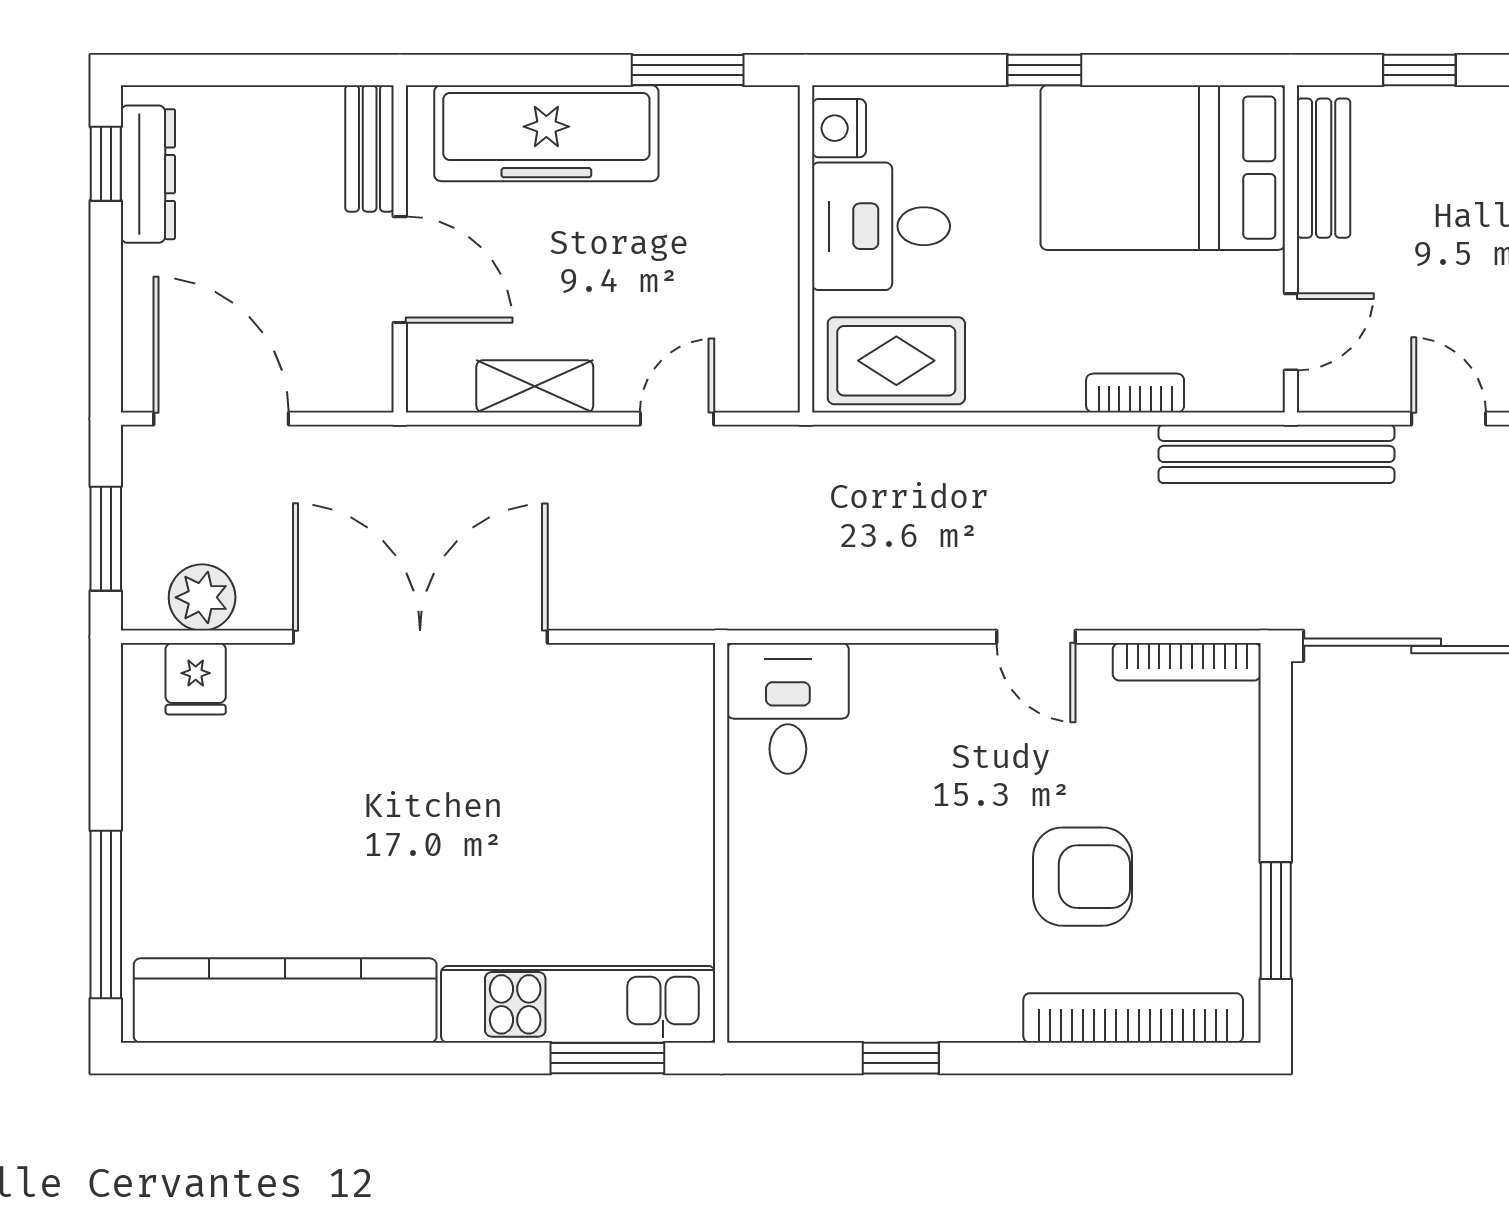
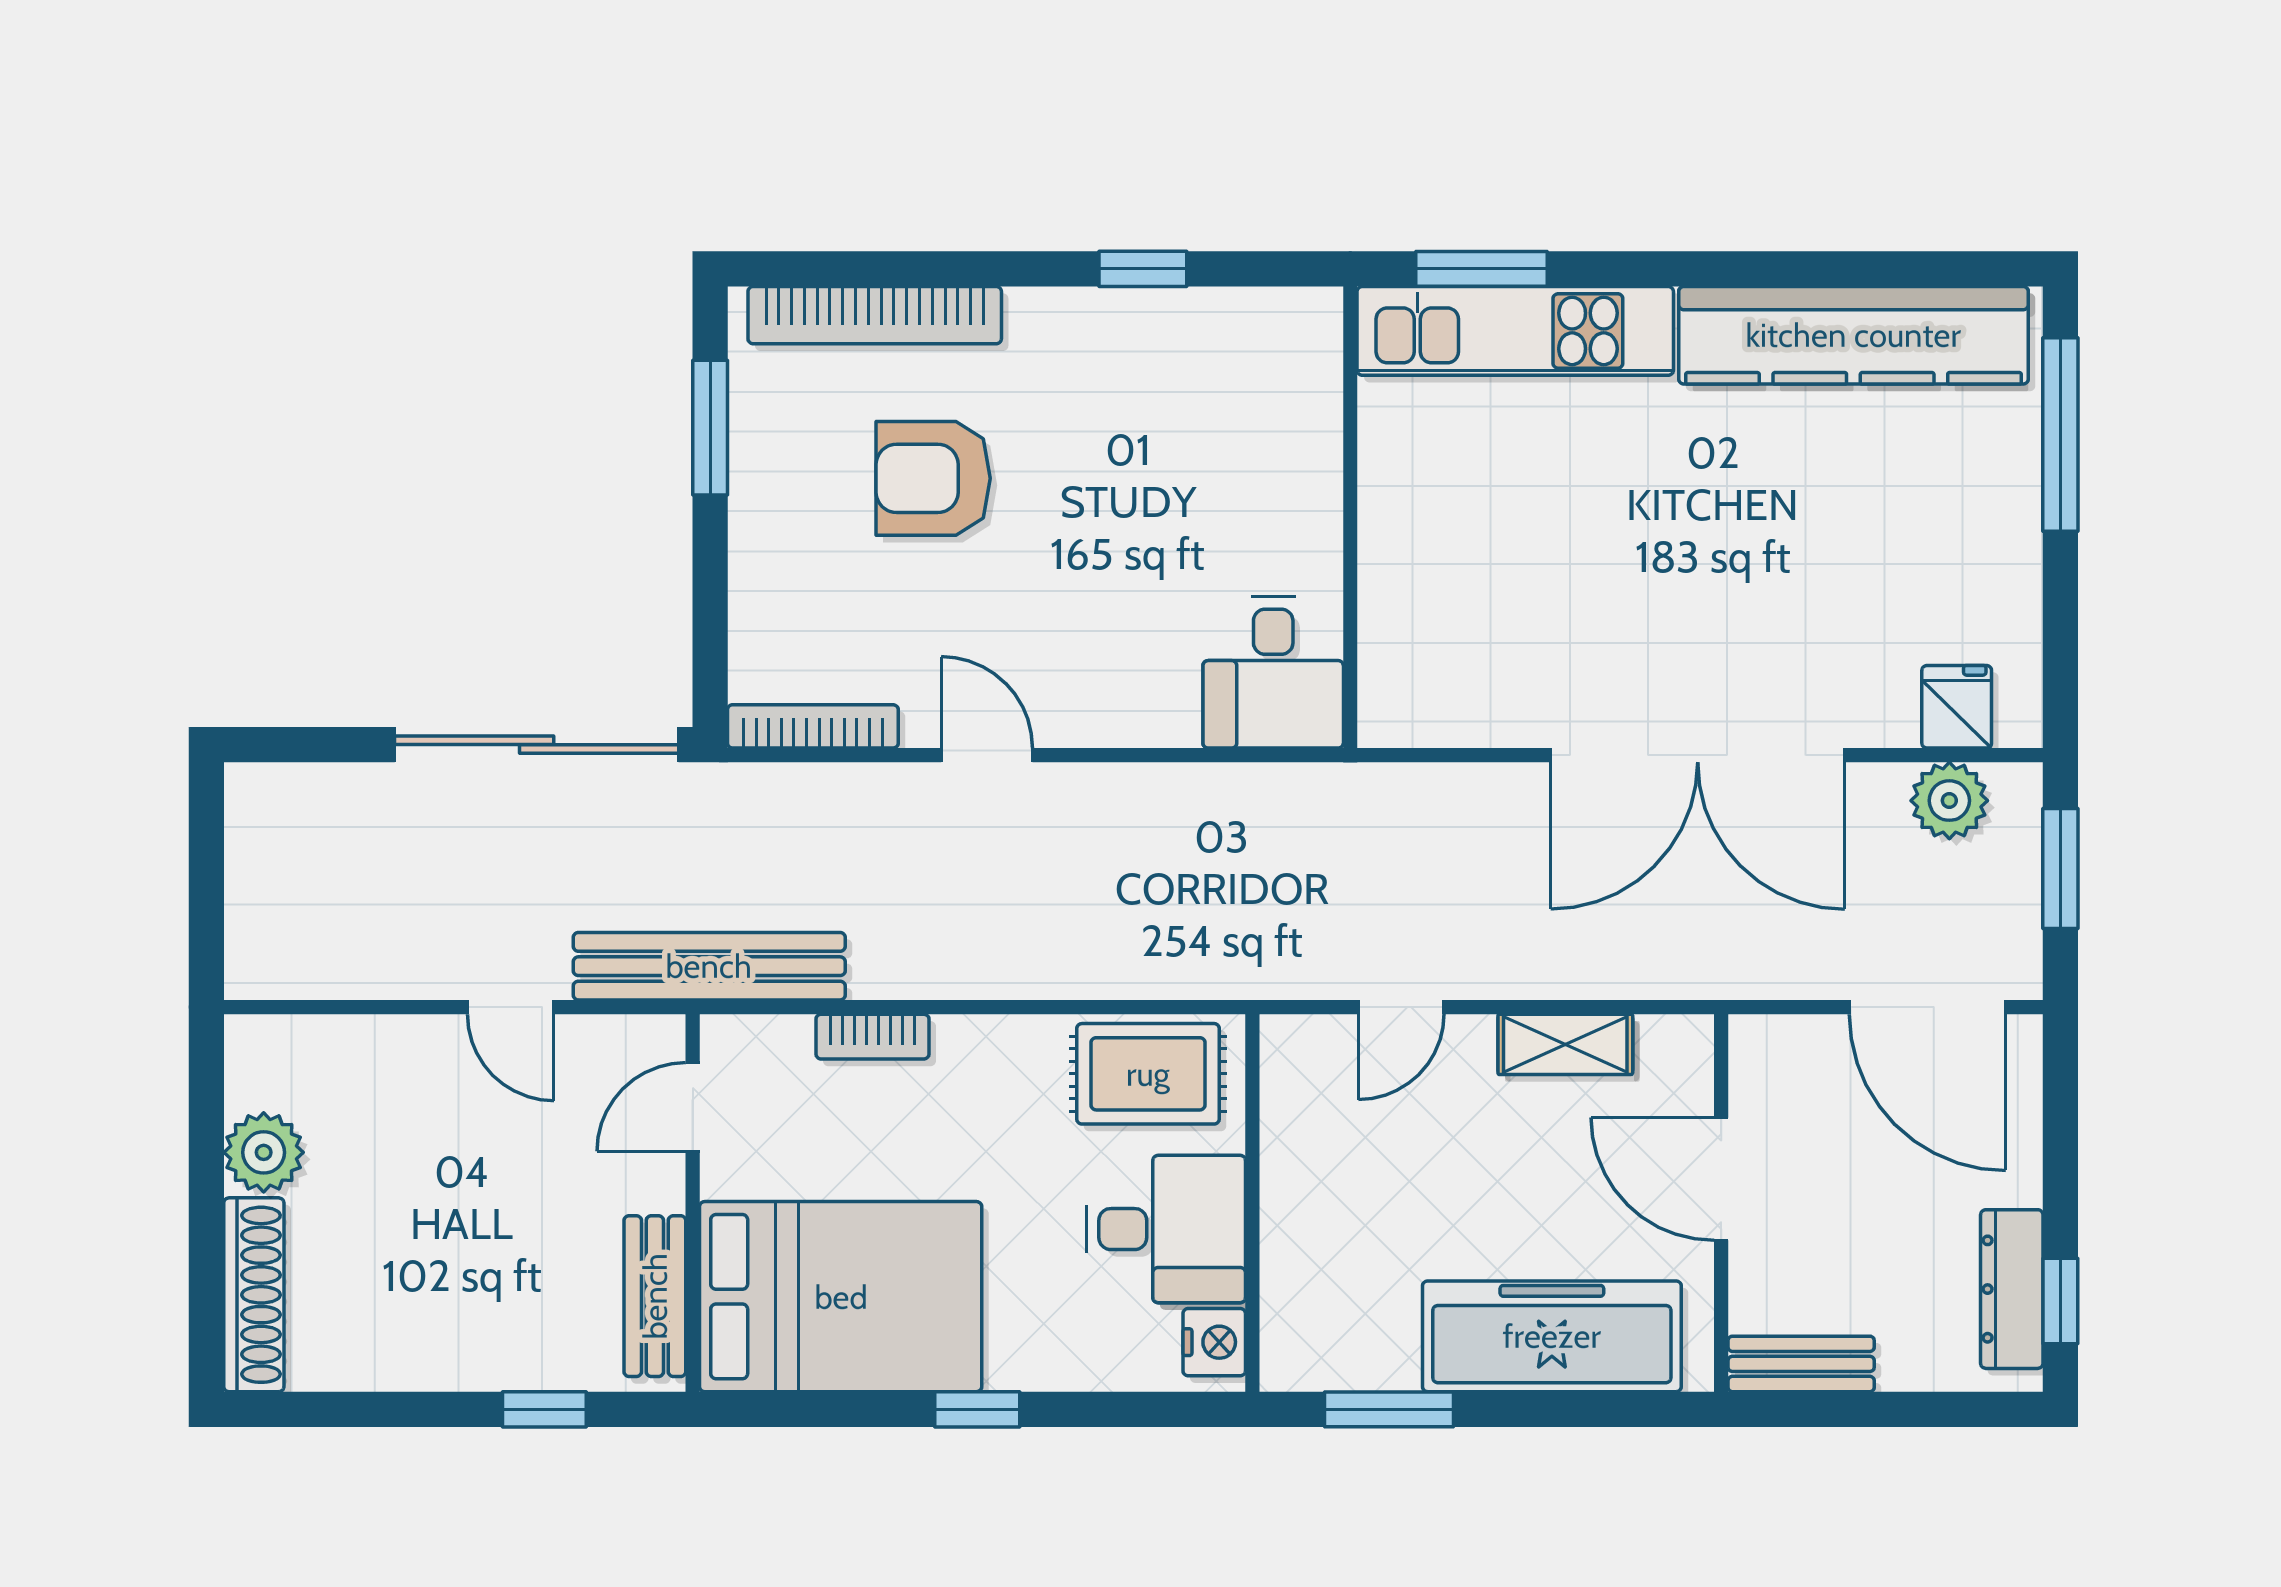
bench: (370, 148) -> (1801, 1364), moved, turned 90

